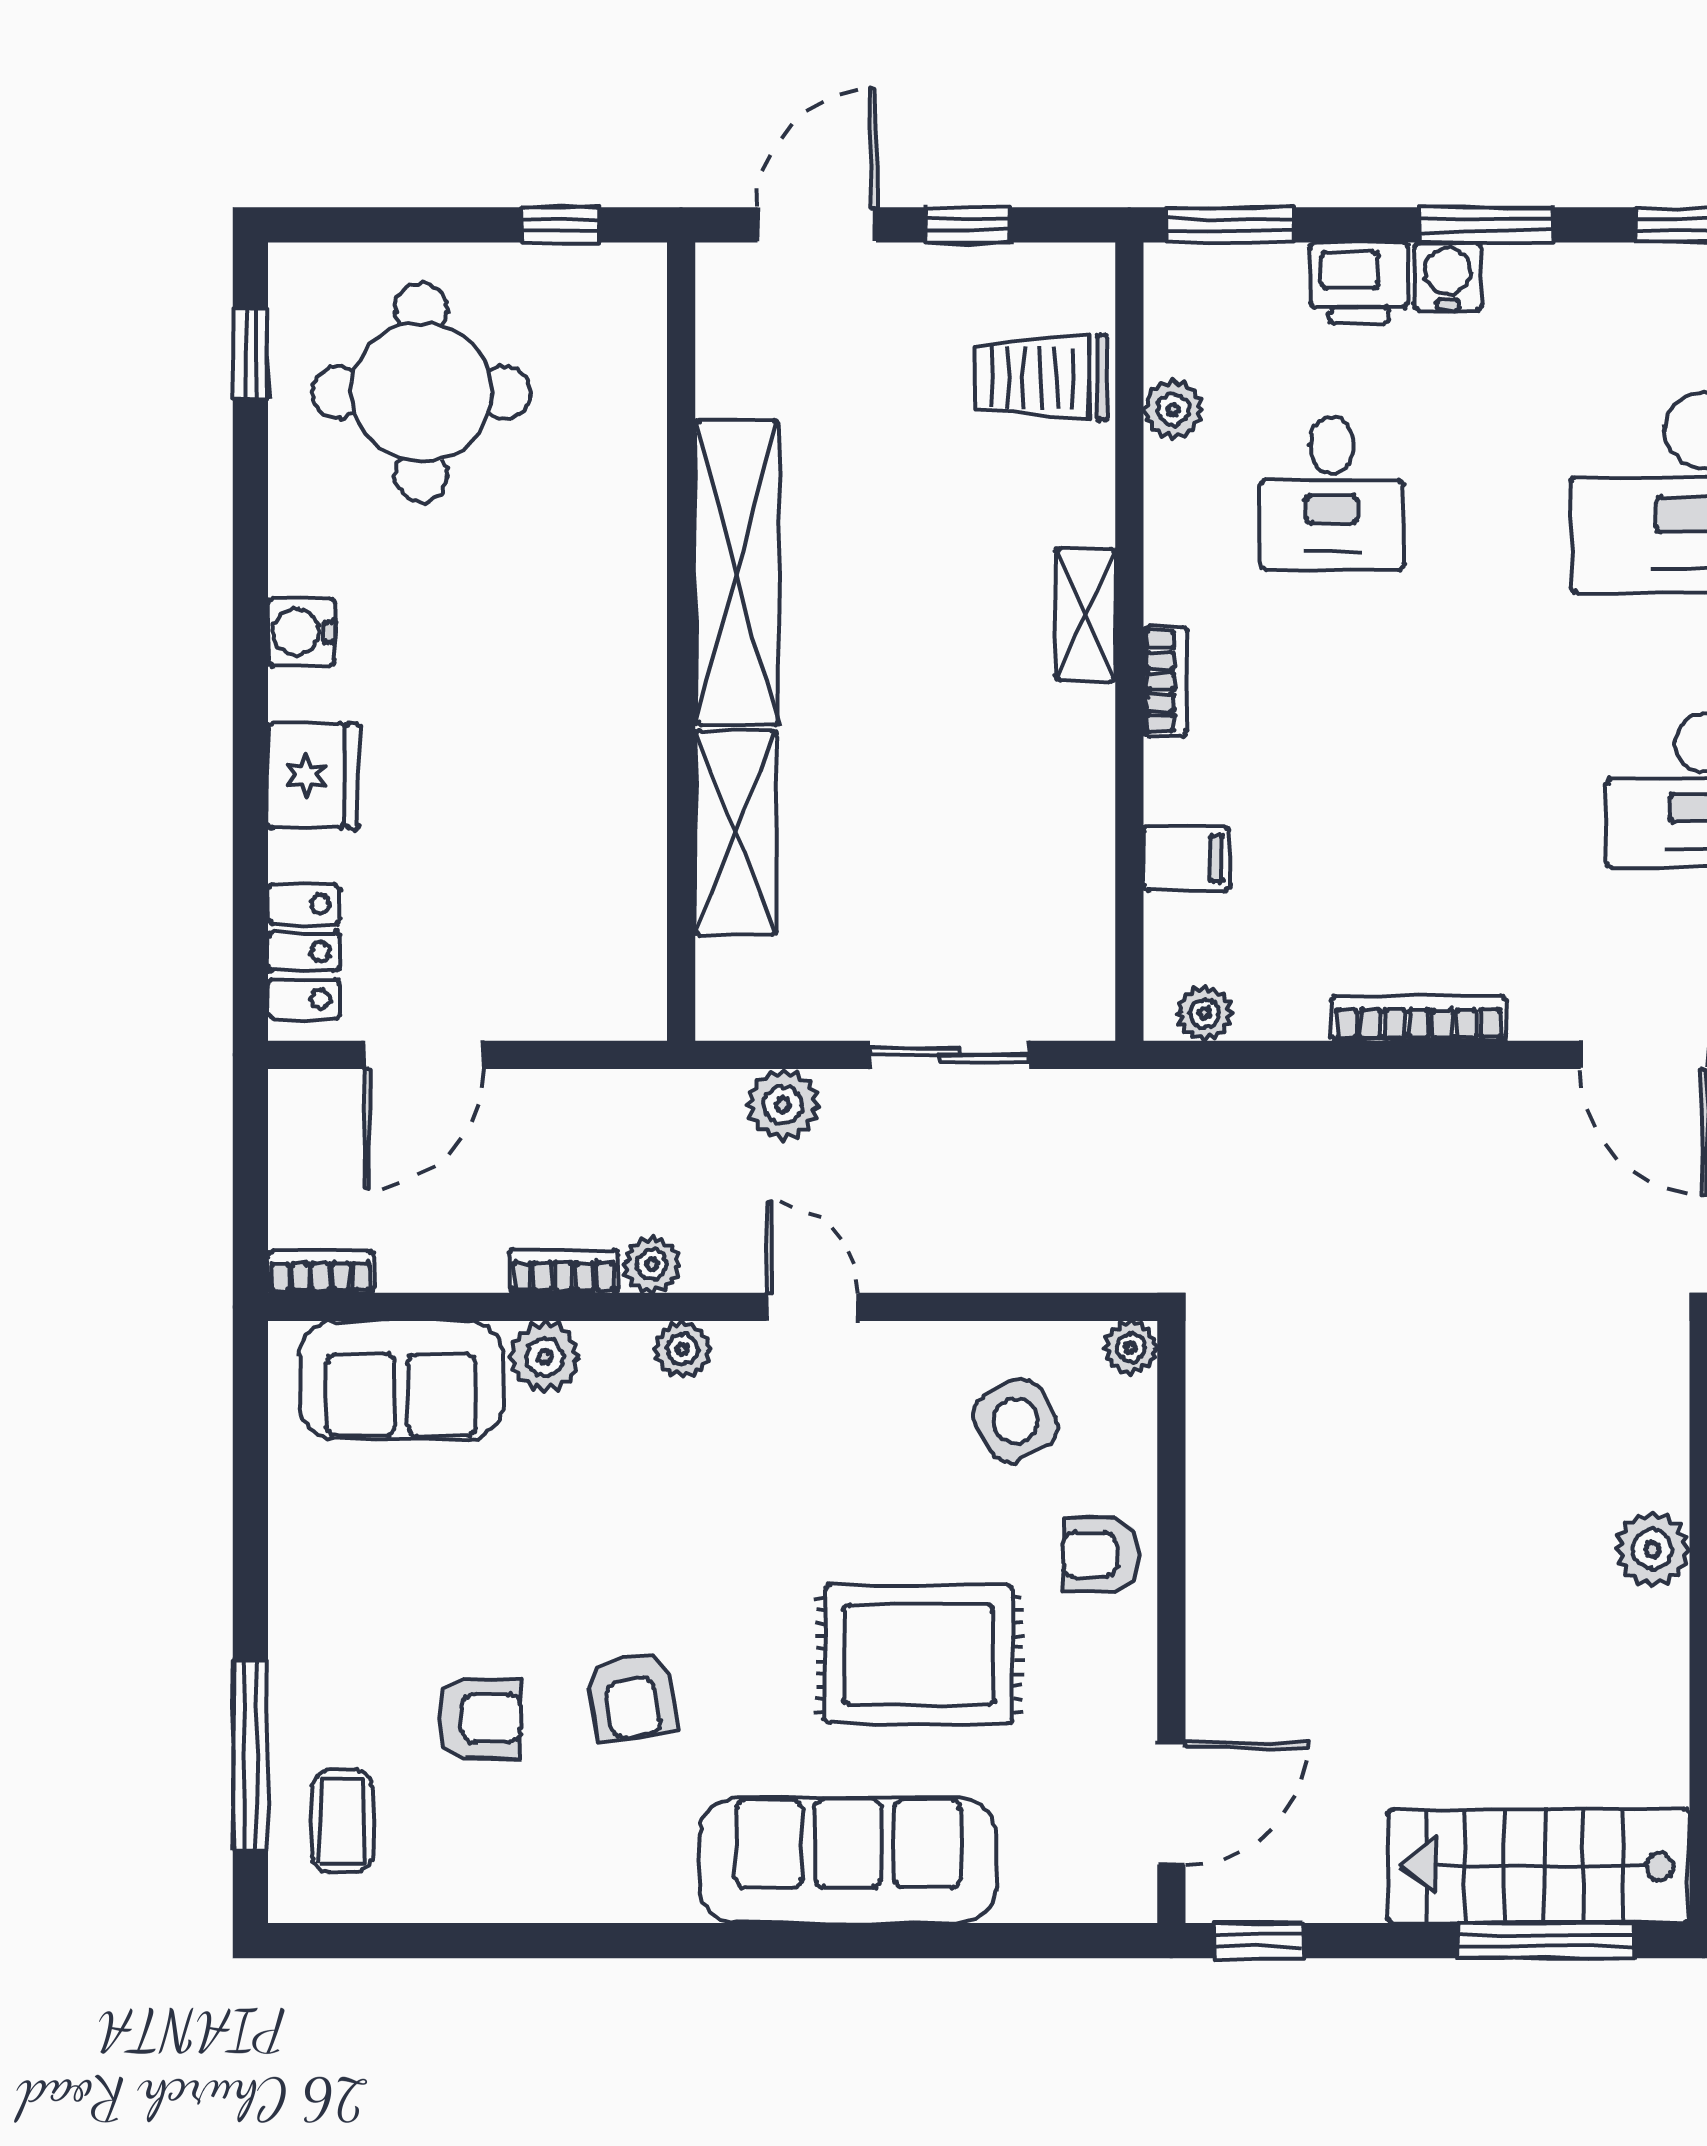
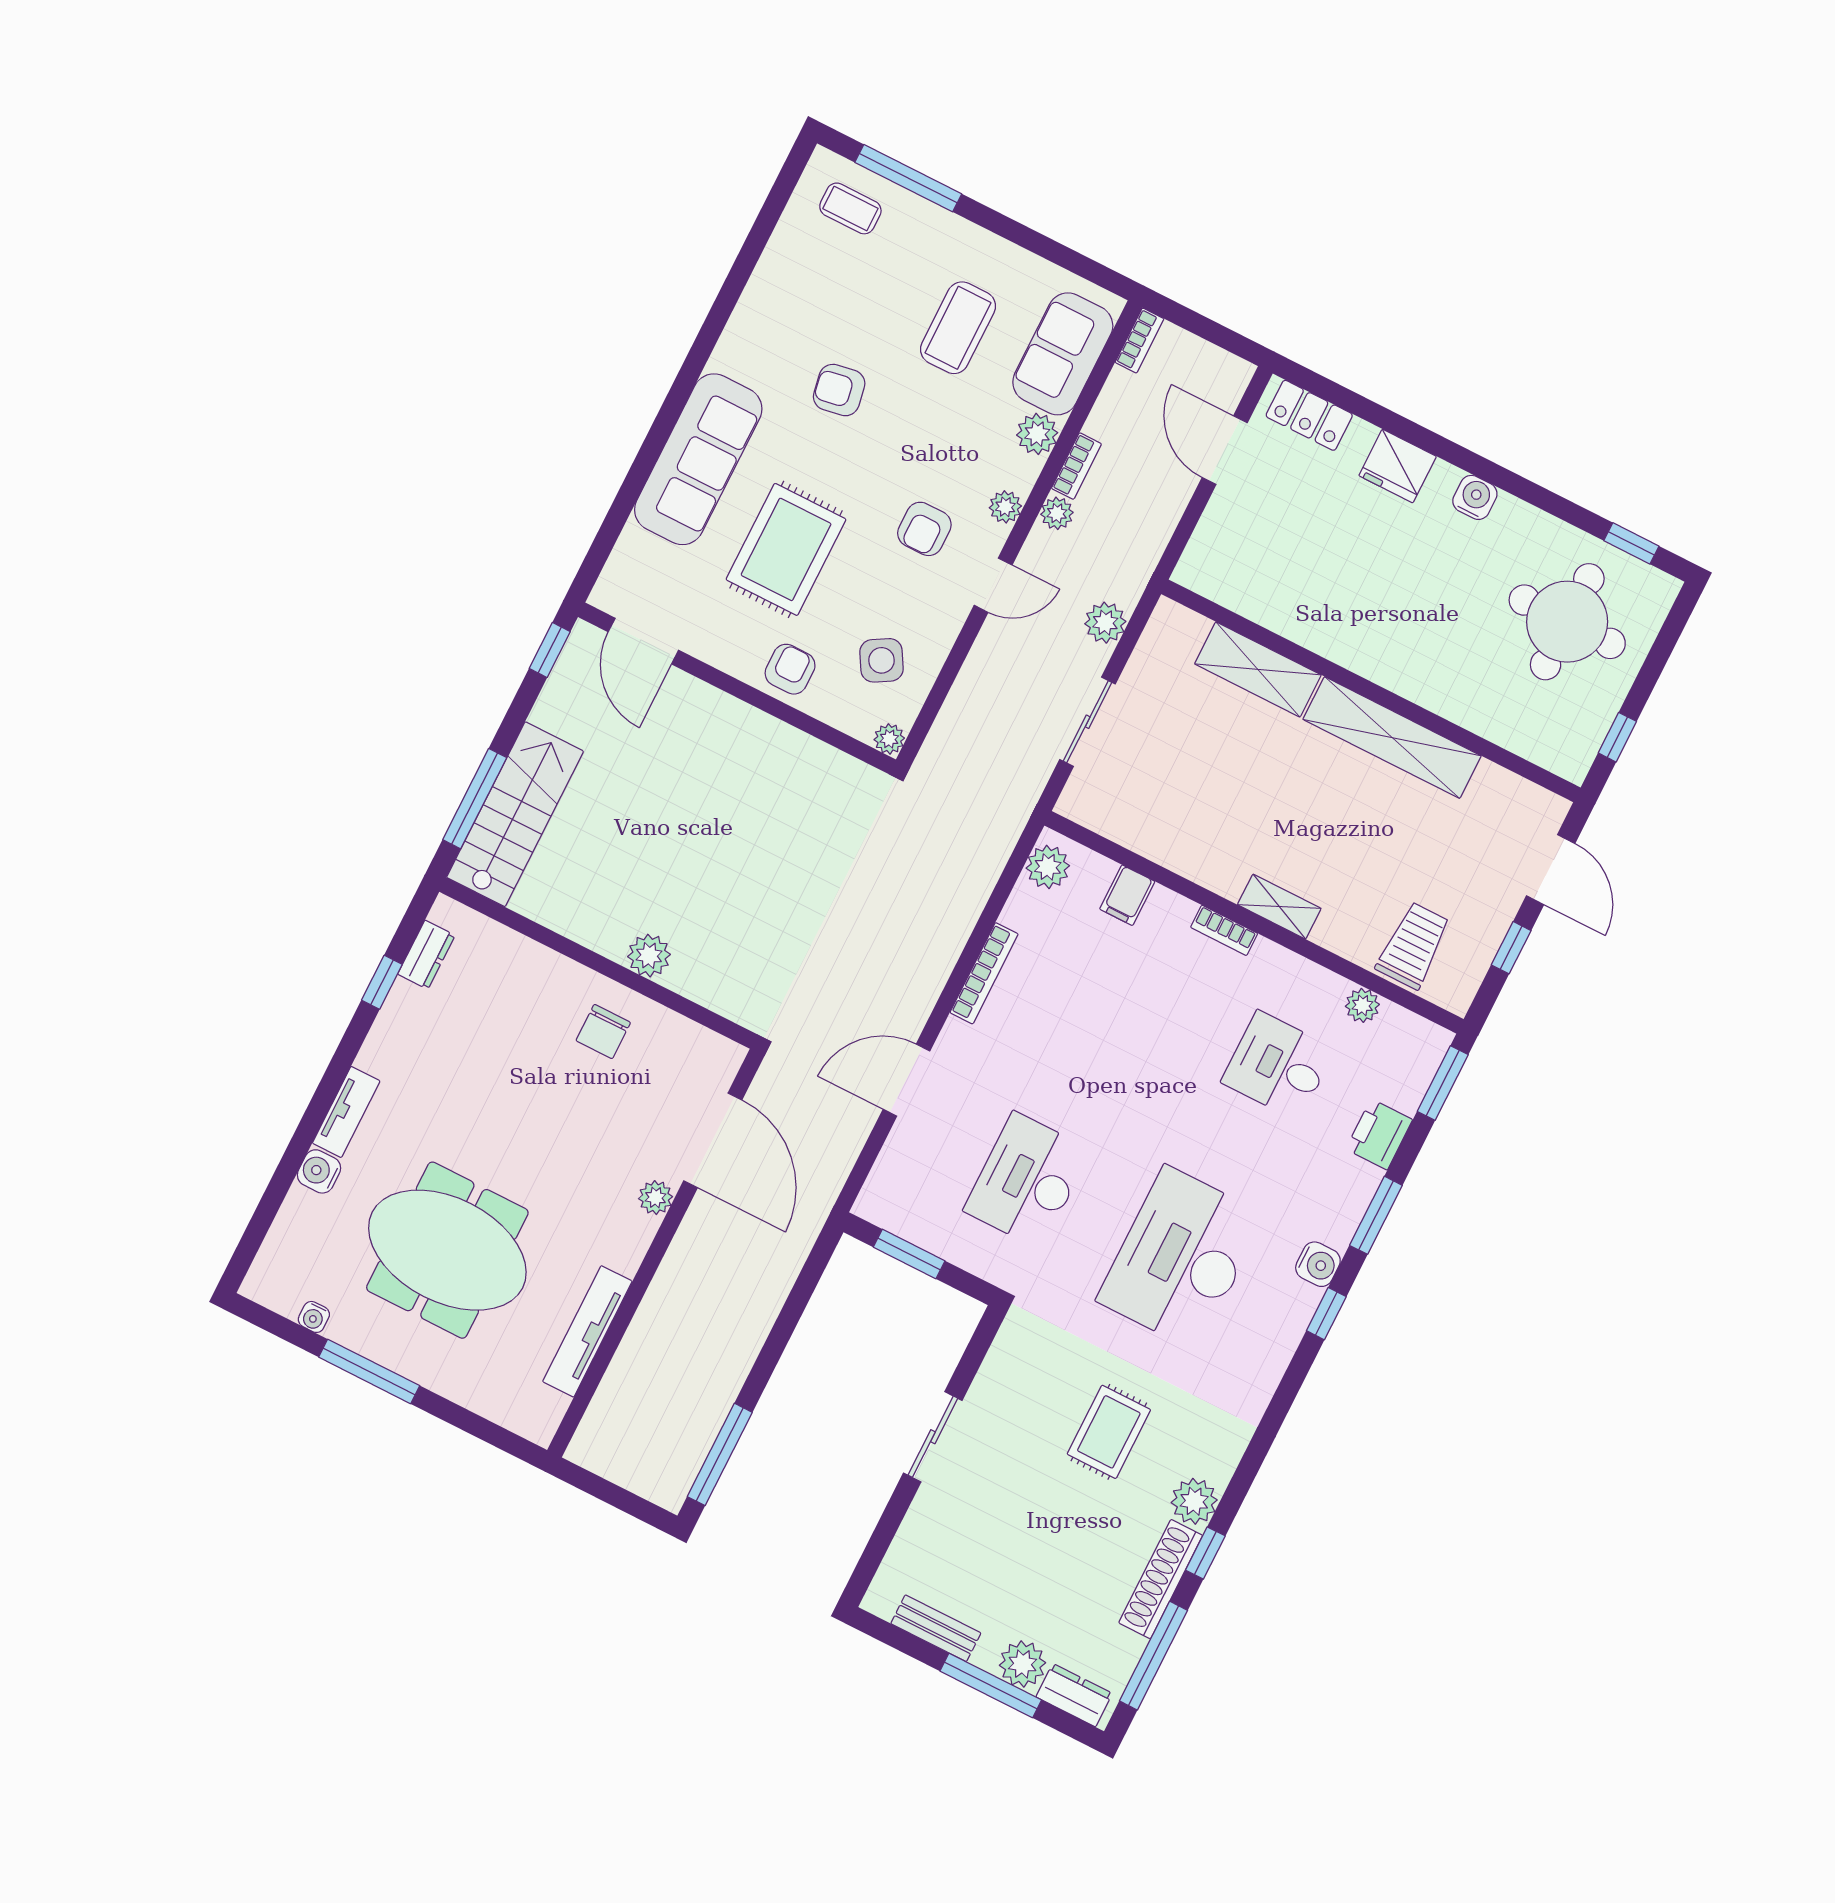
water cooler: (1448, 276) -> (1318, 1264), moved
plant: (1205, 1013) -> (1048, 867), width x1.38, depth x1.38
coffee table: (442, 1562) -> (958, 328), added
armchair: (480, 1718) -> (924, 529), moved

